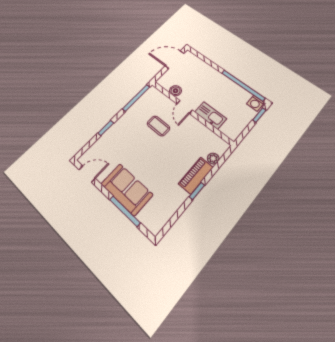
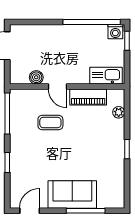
kitchen sink: (210, 115) -> (106, 76), moved
piano: (196, 175) -> (88, 97), moved, turned -90

